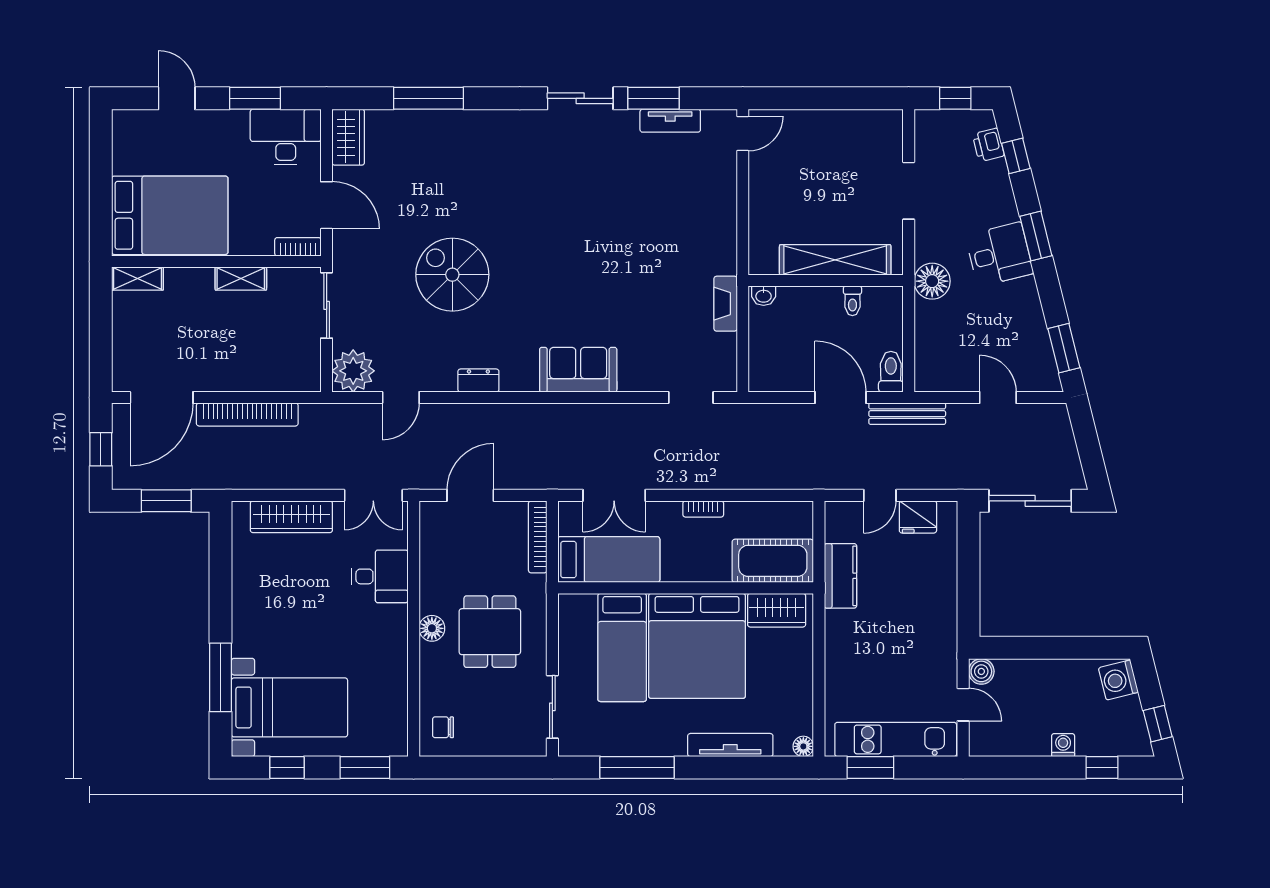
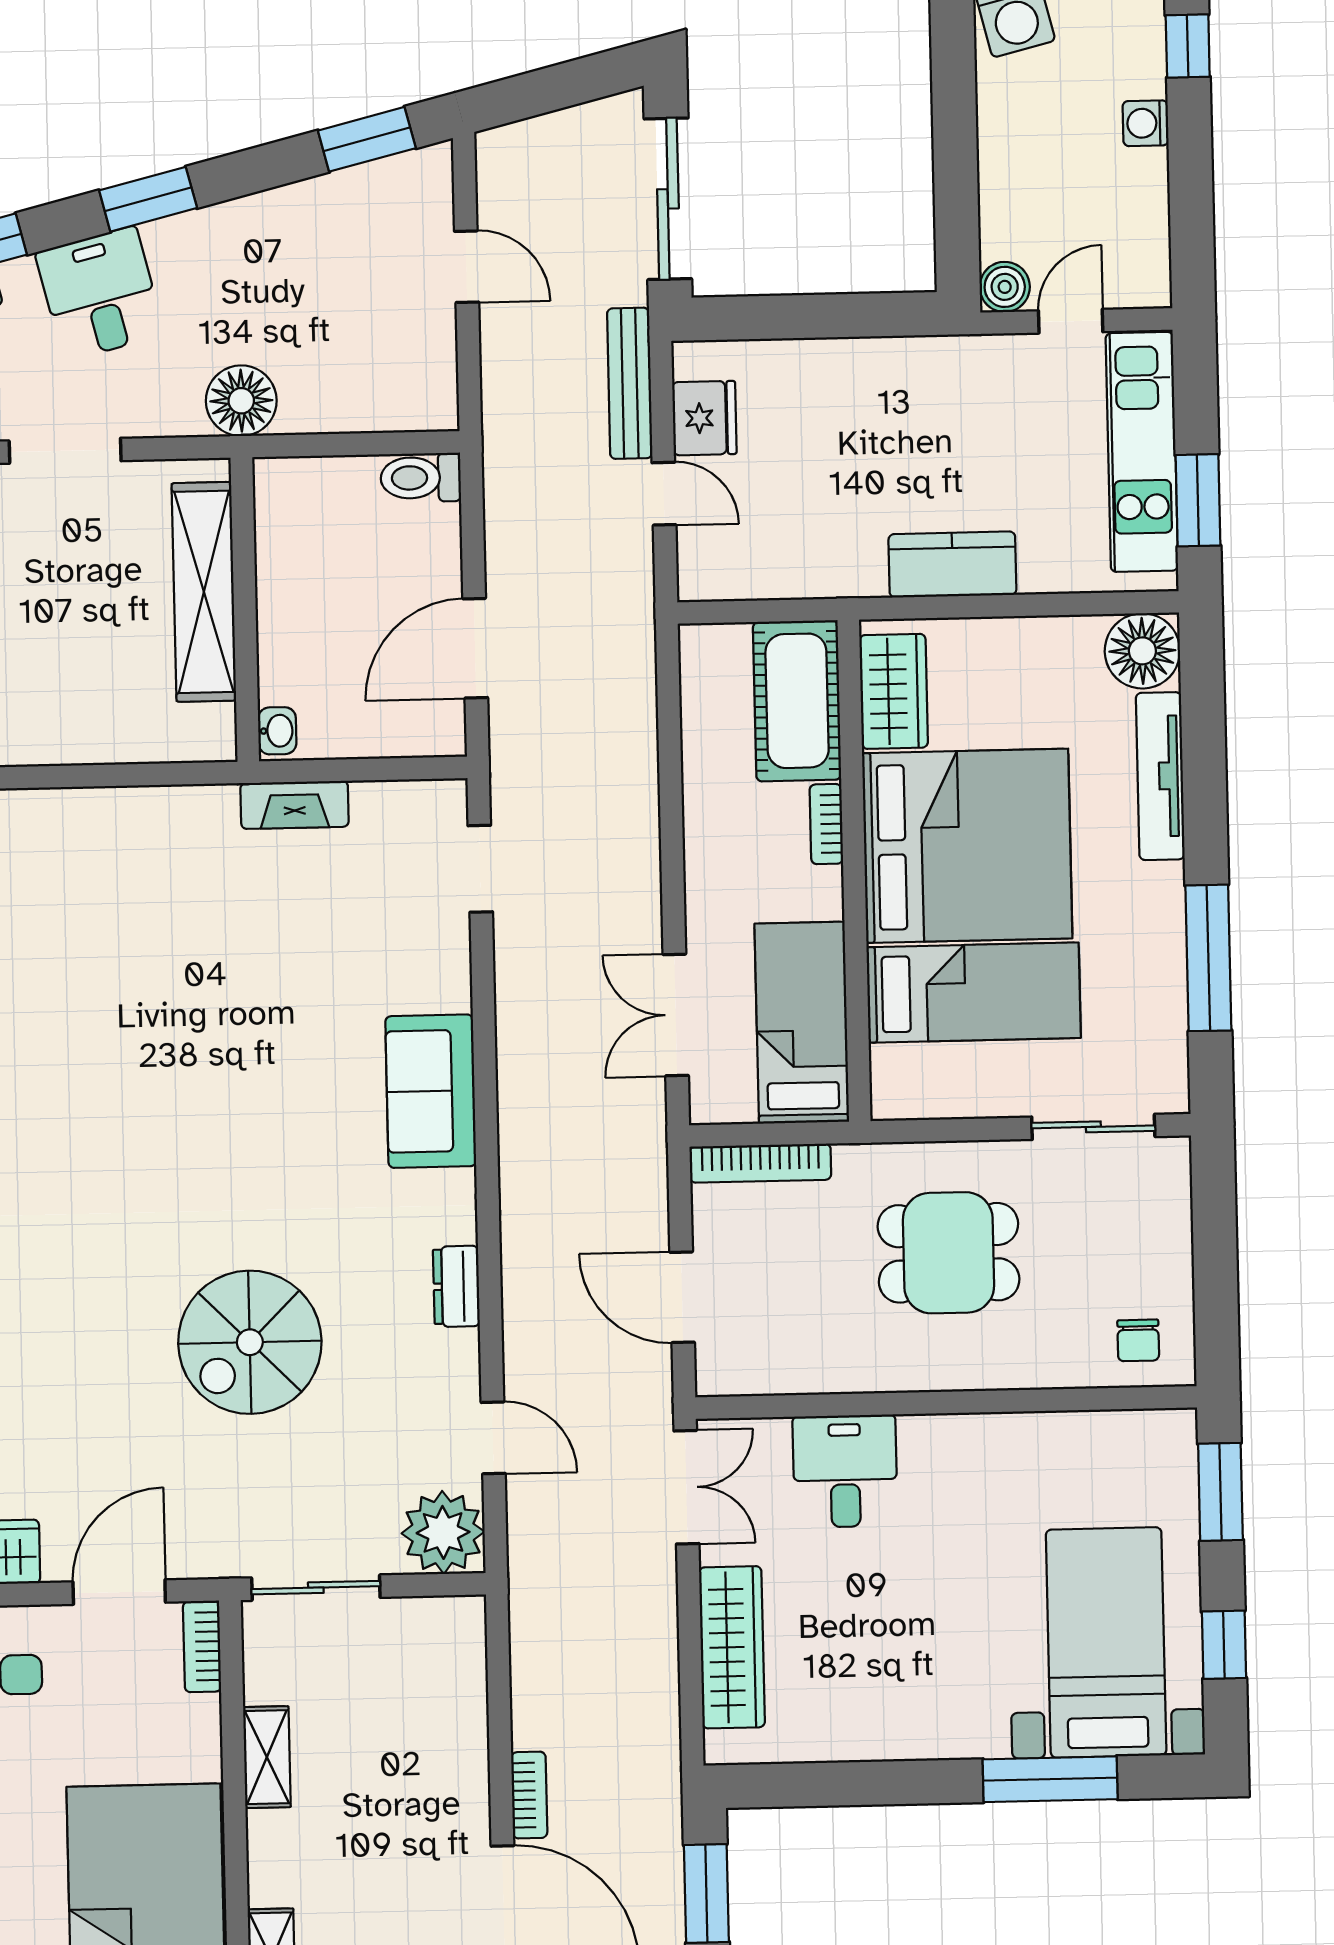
desk: (999, 254) -> (100, 294), moved
toilet: (852, 301) -> (283, 556), removed
door: (840, 397) -> (475, 648), moved
door: (998, 397) -> (467, 267), swing flipped
bookcase: (247, 414) -> (529, 1795), width x0.43, depth x0.76
bench: (907, 414) -> (630, 383), moved
double door: (614, 495) -> (676, 1015), swing flipped
bookcase: (703, 509) -> (826, 824), moved, turned 180
kitchen counter: (840, 576) -> (952, 564), moved
floor lamp: (432, 628) -> (945, 1367), removed
floor lamp: (803, 746) -> (1142, 651), width x1.89, depth x1.89

